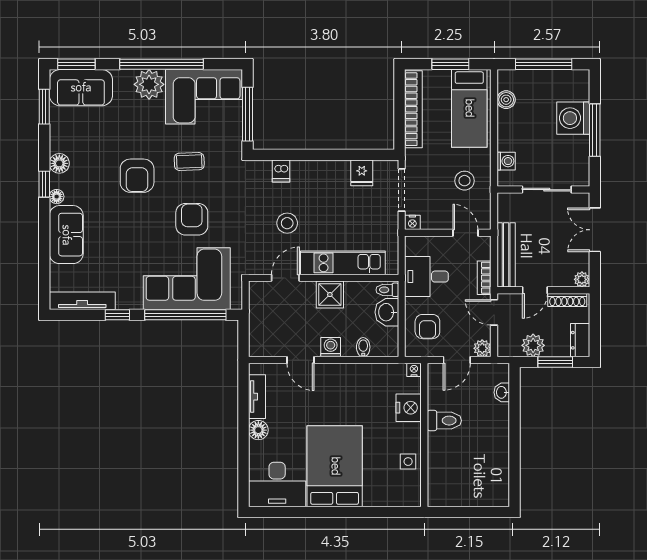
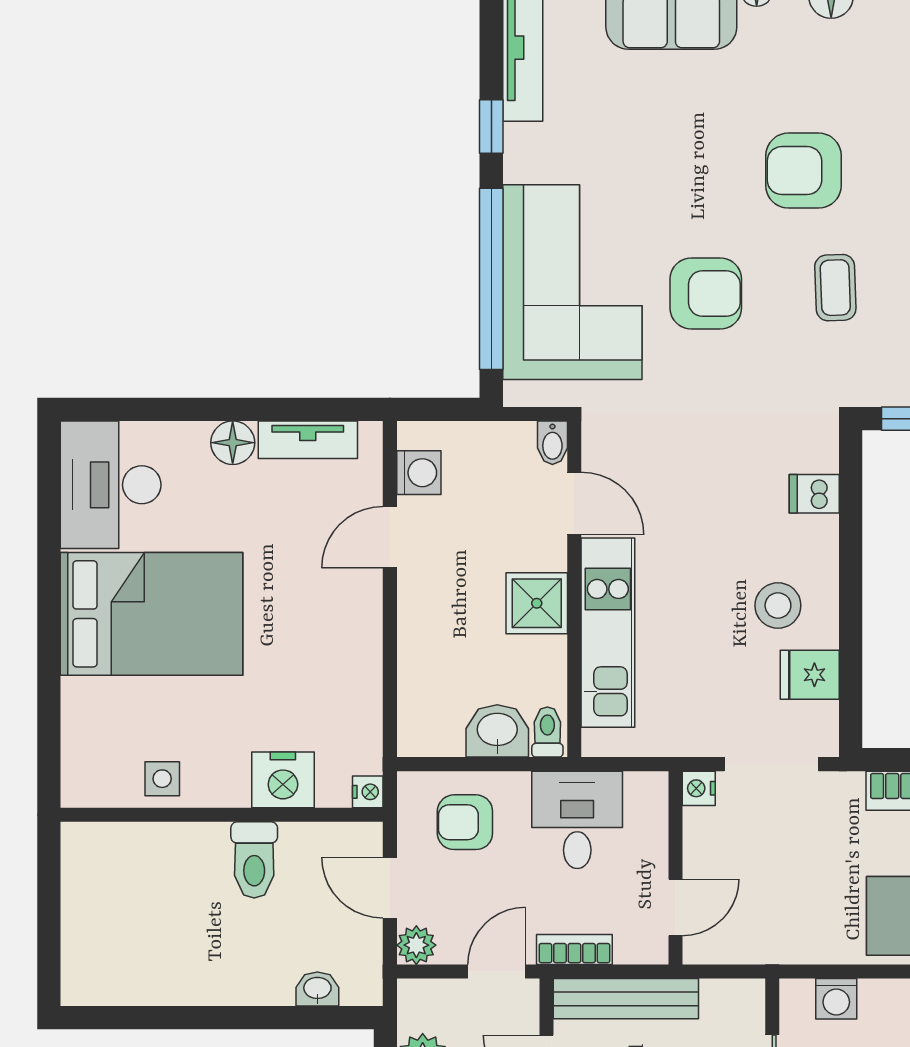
stool: (465, 181) -> (792, 905), removed
stool: (287, 223) -> (778, 605), moved
washing machine: (331, 347) -> (419, 473), moved
bidet: (363, 347) -> (552, 443), moved, turned 90

